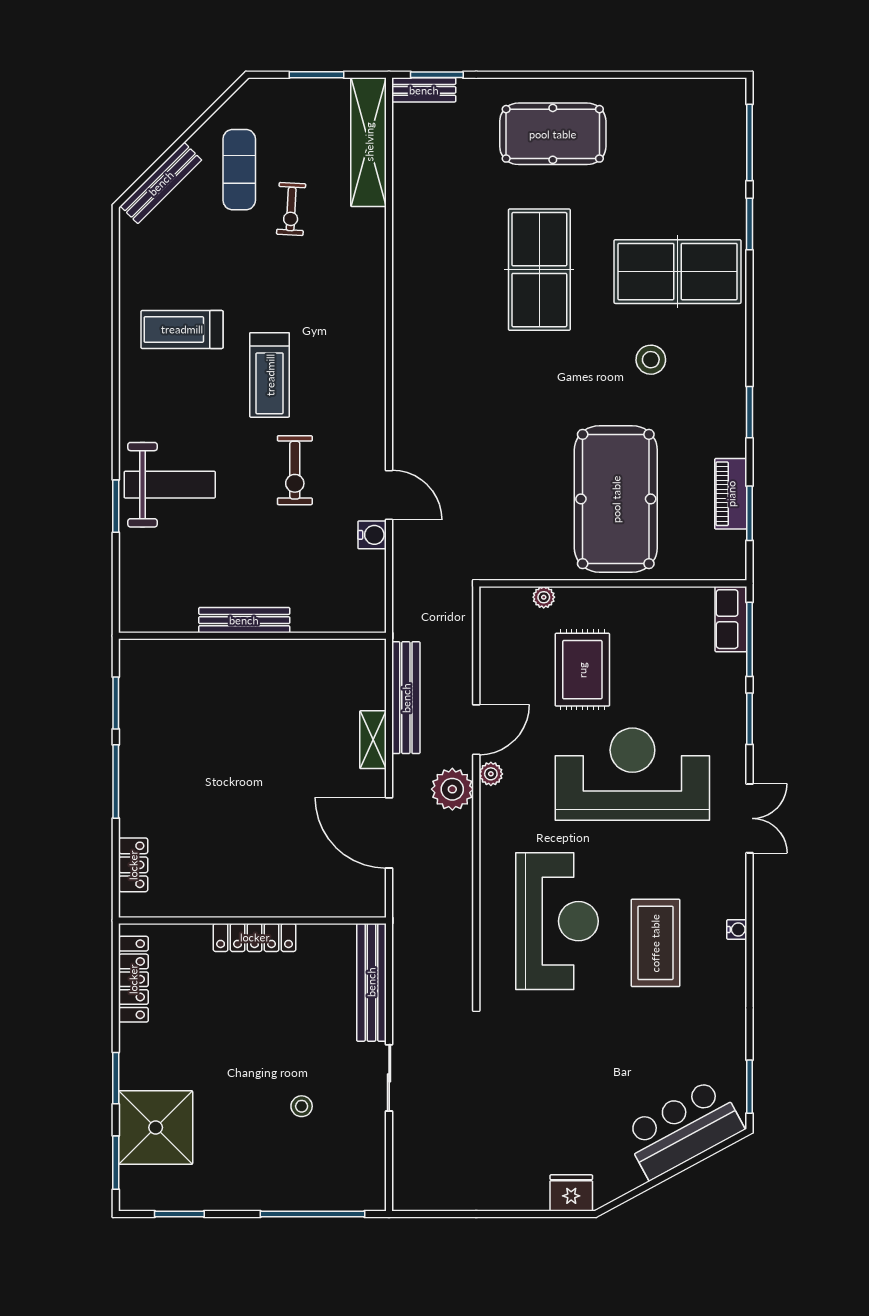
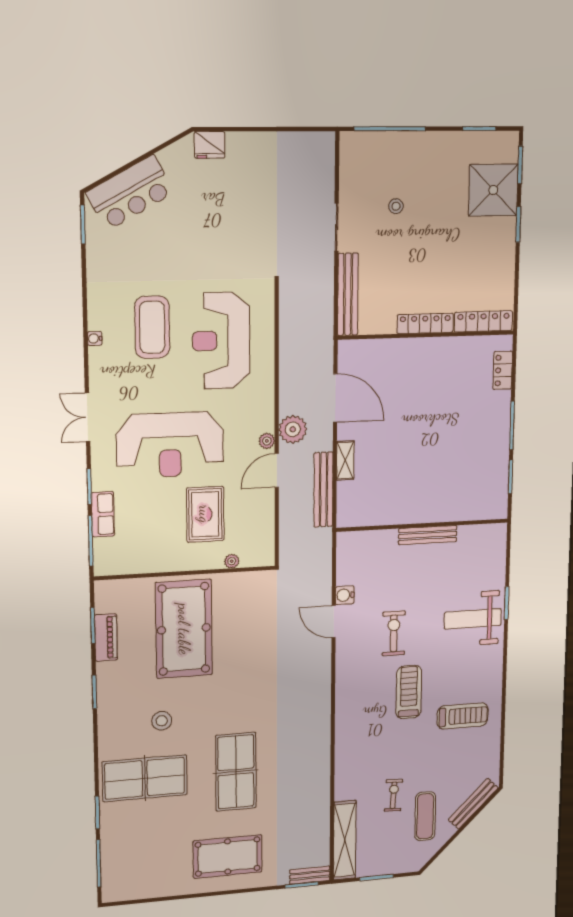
row of seats: (731, 619) -> (103, 514), moved
locker: (133, 979) -> (483, 321), moved, turned 90

